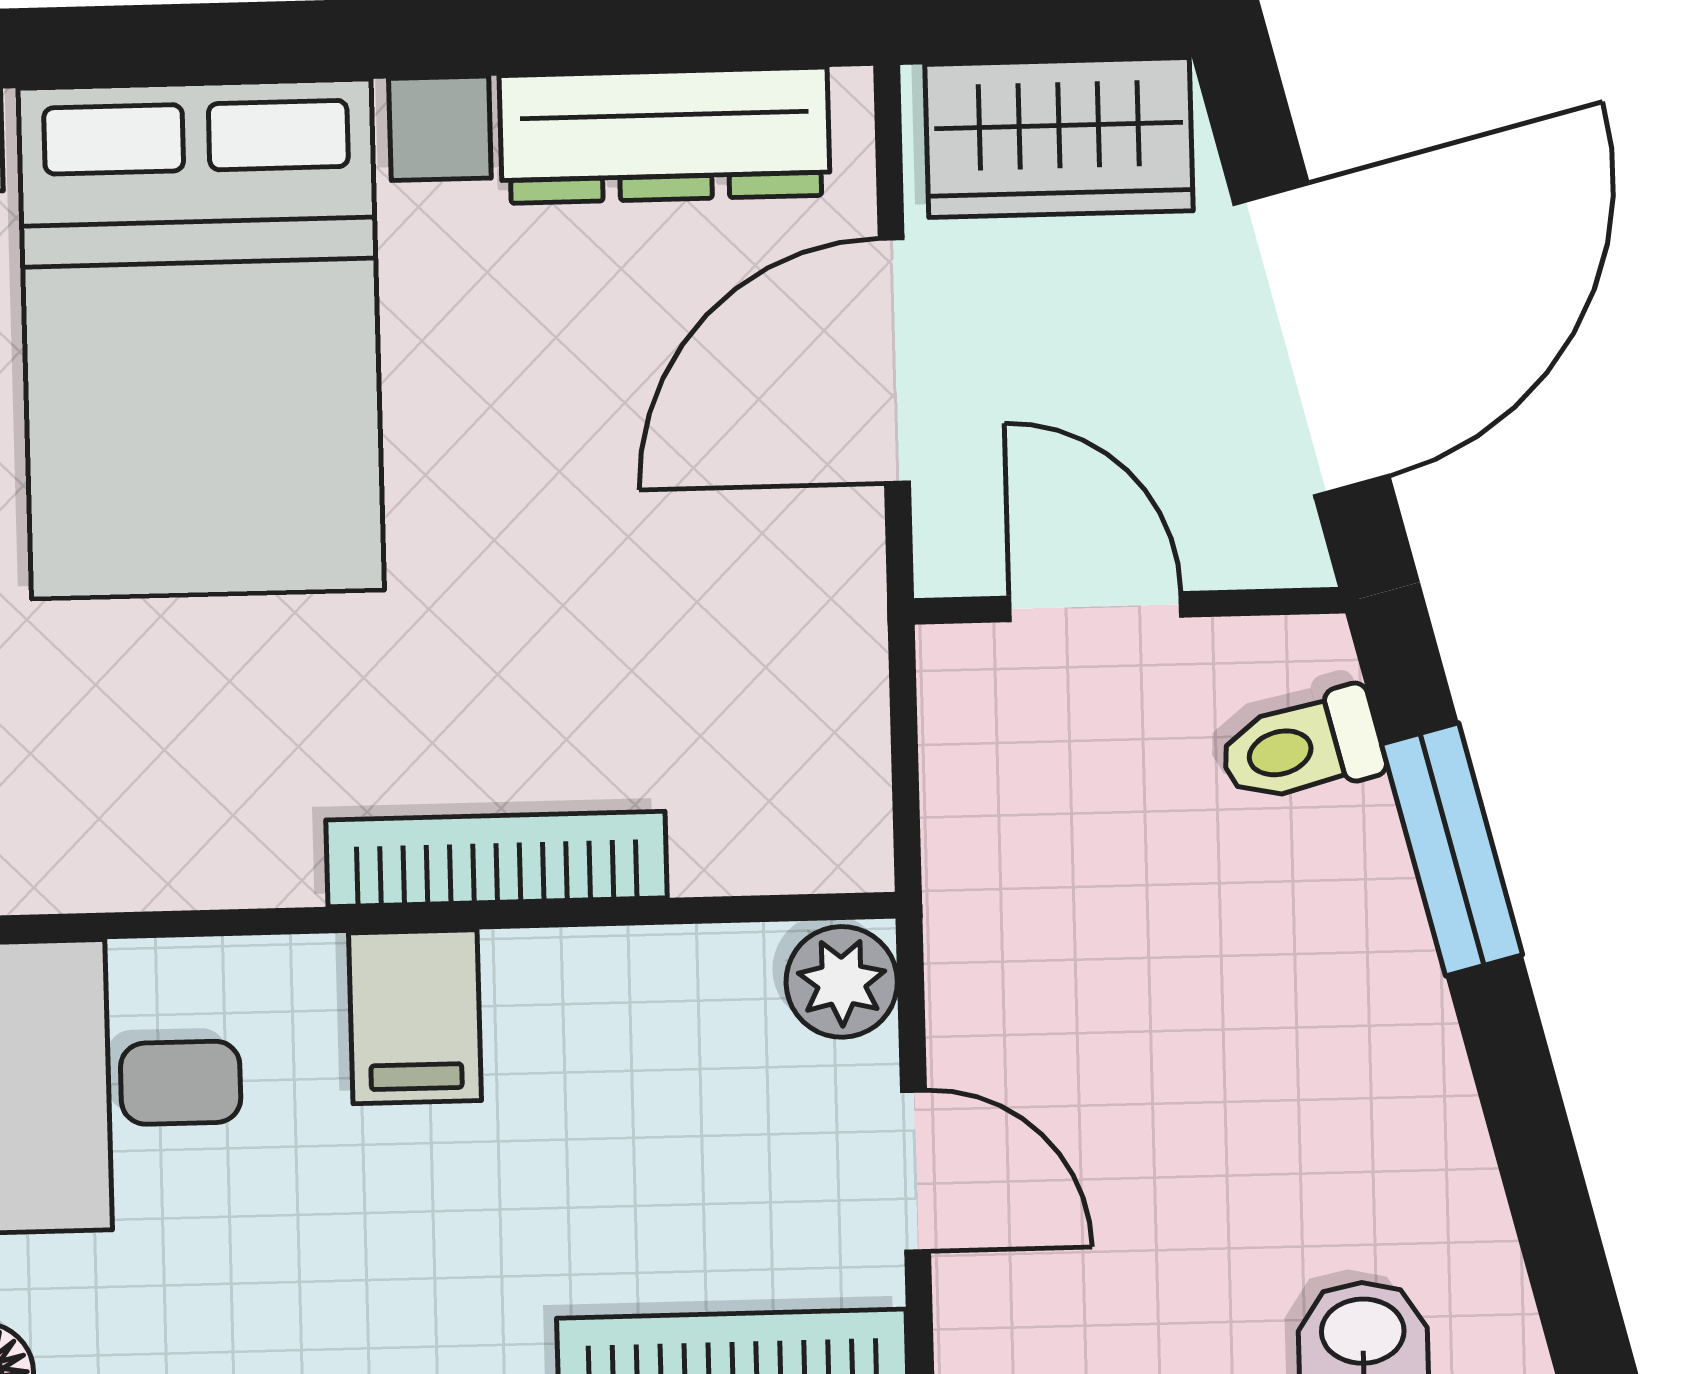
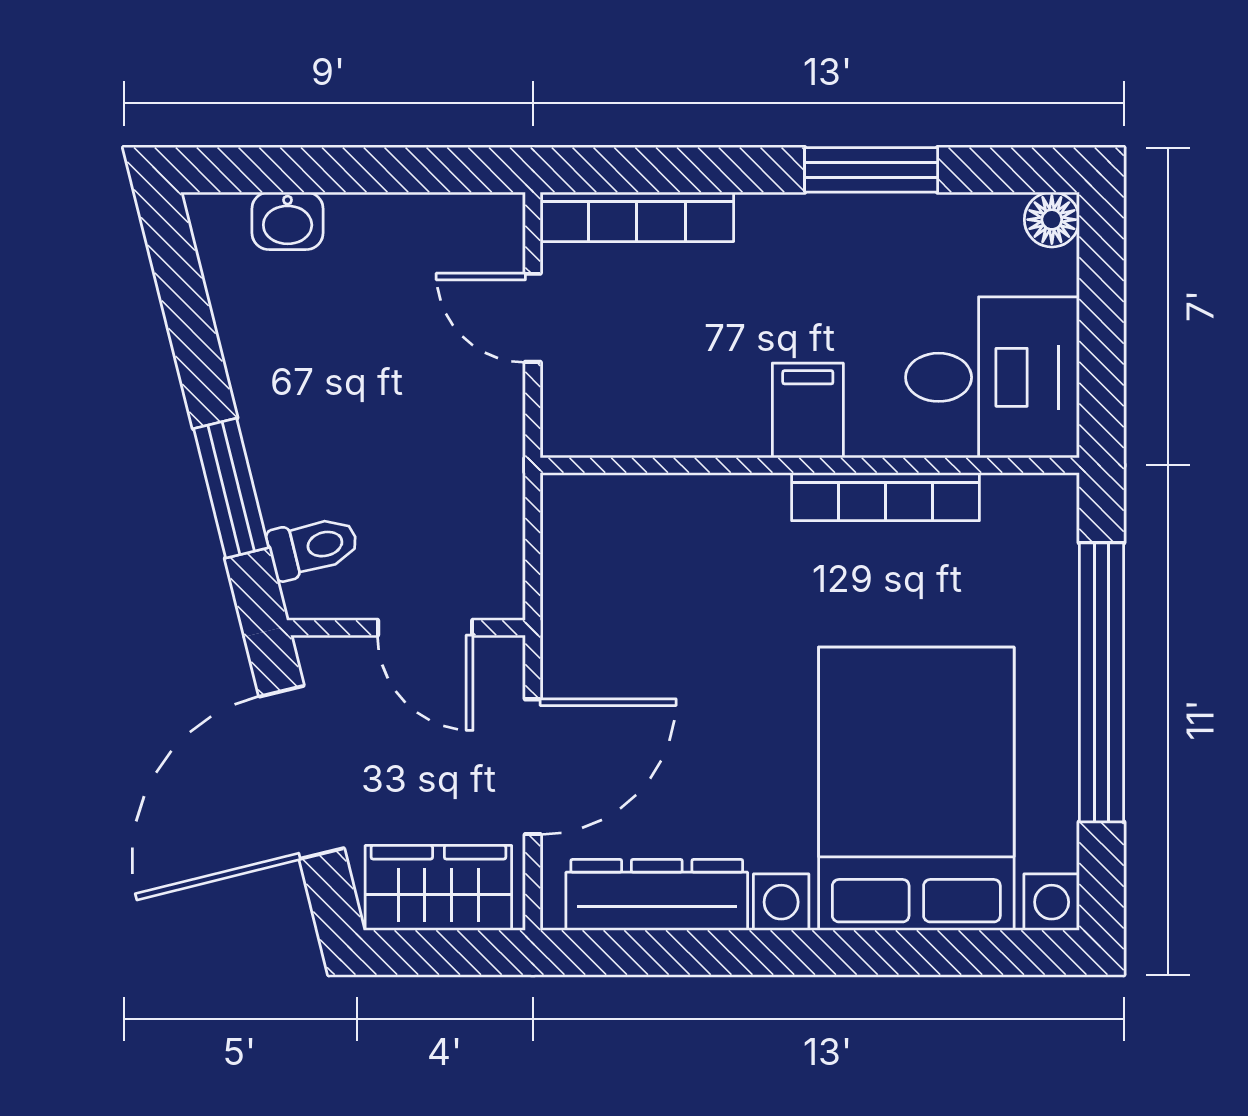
bookcase: (496, 859) -> (885, 497), moved
plant: (842, 982) -> (571, 424), removed

